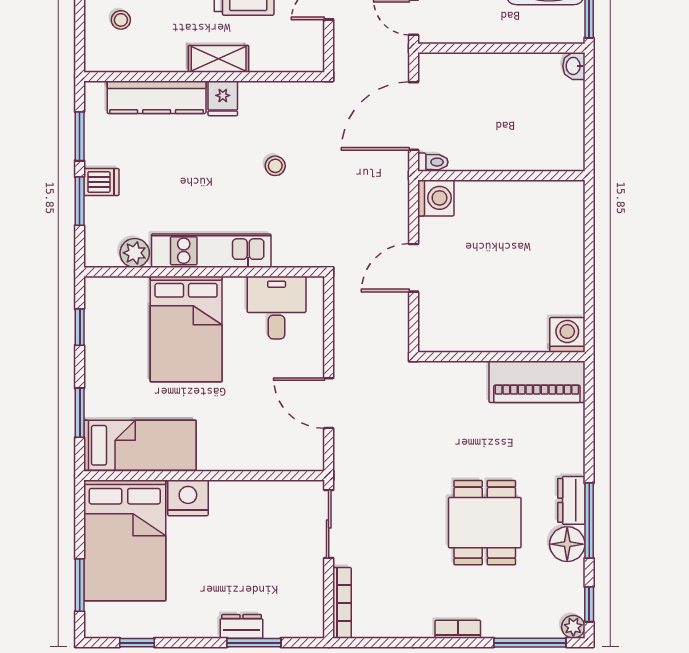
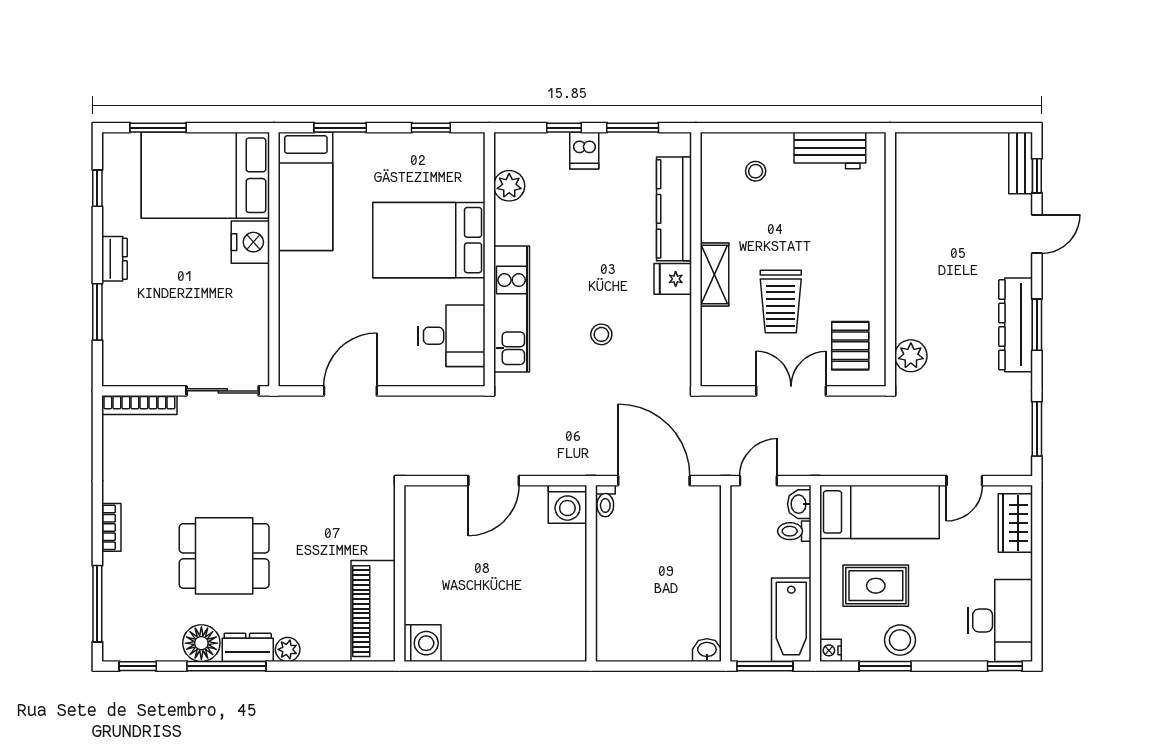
window: (80, 201) -> (564, 128), width x0.67
kitchen unit: (211, 251) -> (512, 309), moved
door: (414, 268) -> (494, 481), swing flipped
dresser: (242, 626) -> (114, 259), moved
plant: (573, 627) -> (288, 649), moved

